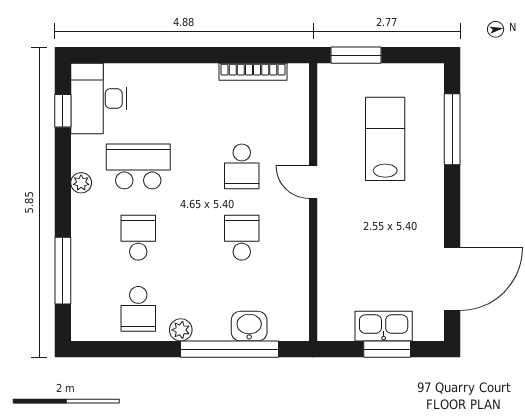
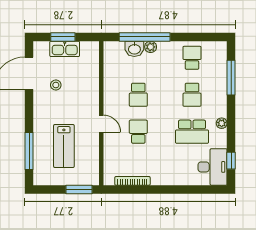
stool: (401, 256) -> (56, 85), added
plant: (181, 330) -> (151, 47), moved

